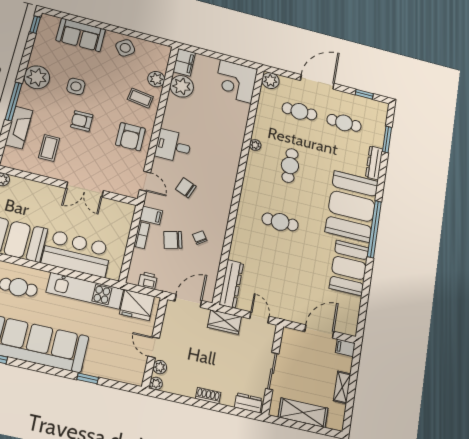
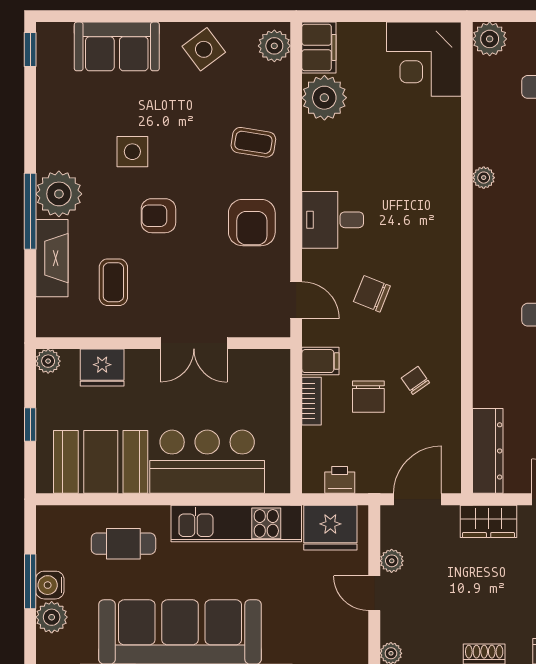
plant: (37, 77) -> (59, 194), moved
plant: (156, 79) -> (274, 46), moved
fridge: (31, 190) -> (102, 368), added
chair: (173, 240) -> (368, 397), turned -76
plant: (160, 367) -> (392, 561), moved

